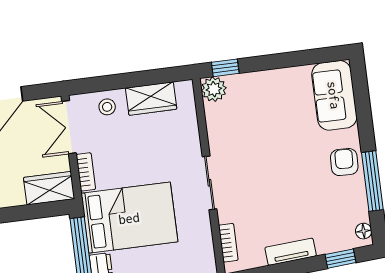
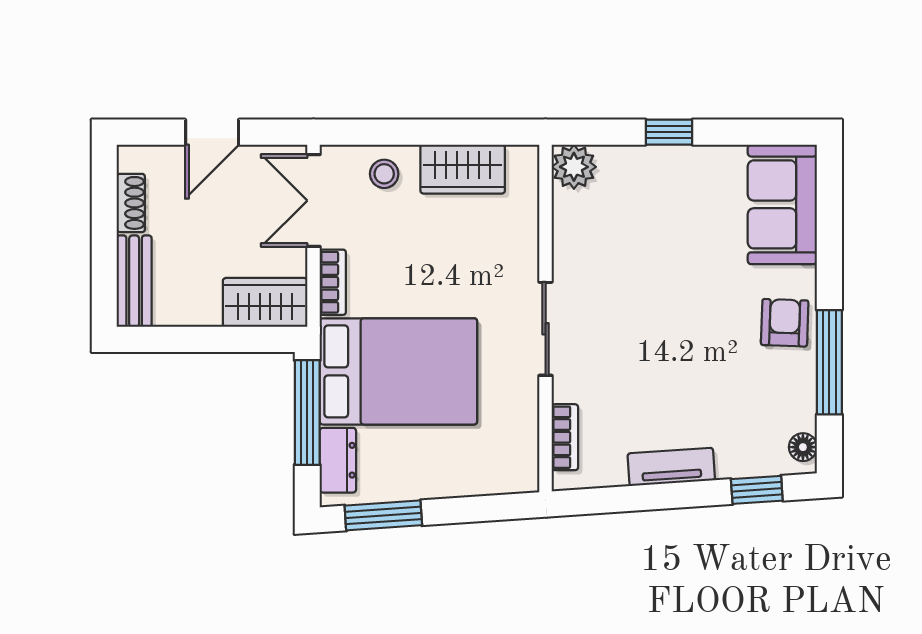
window: (225, 68) -> (669, 132), moved

